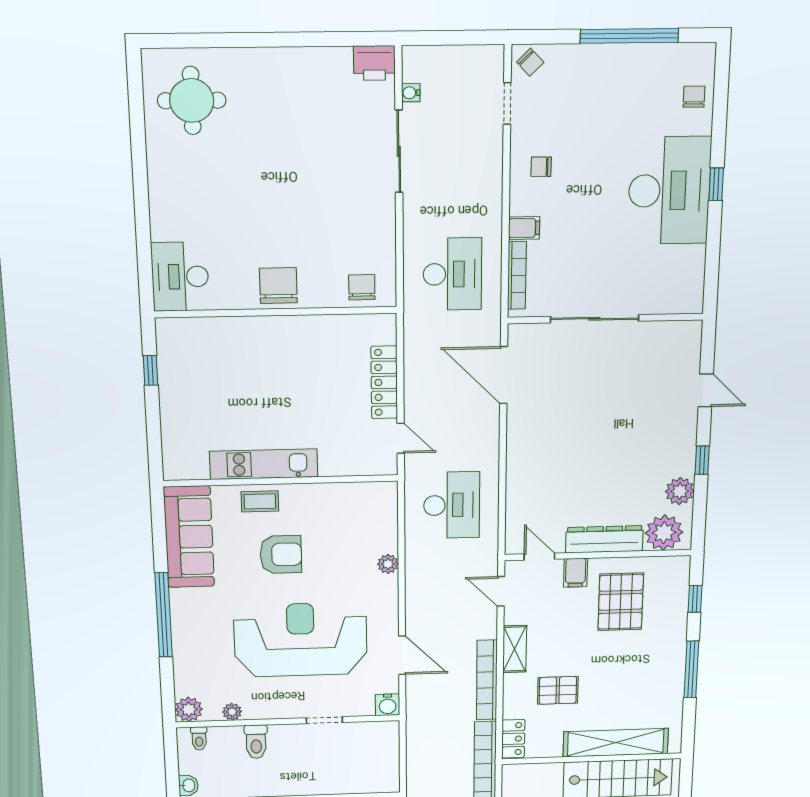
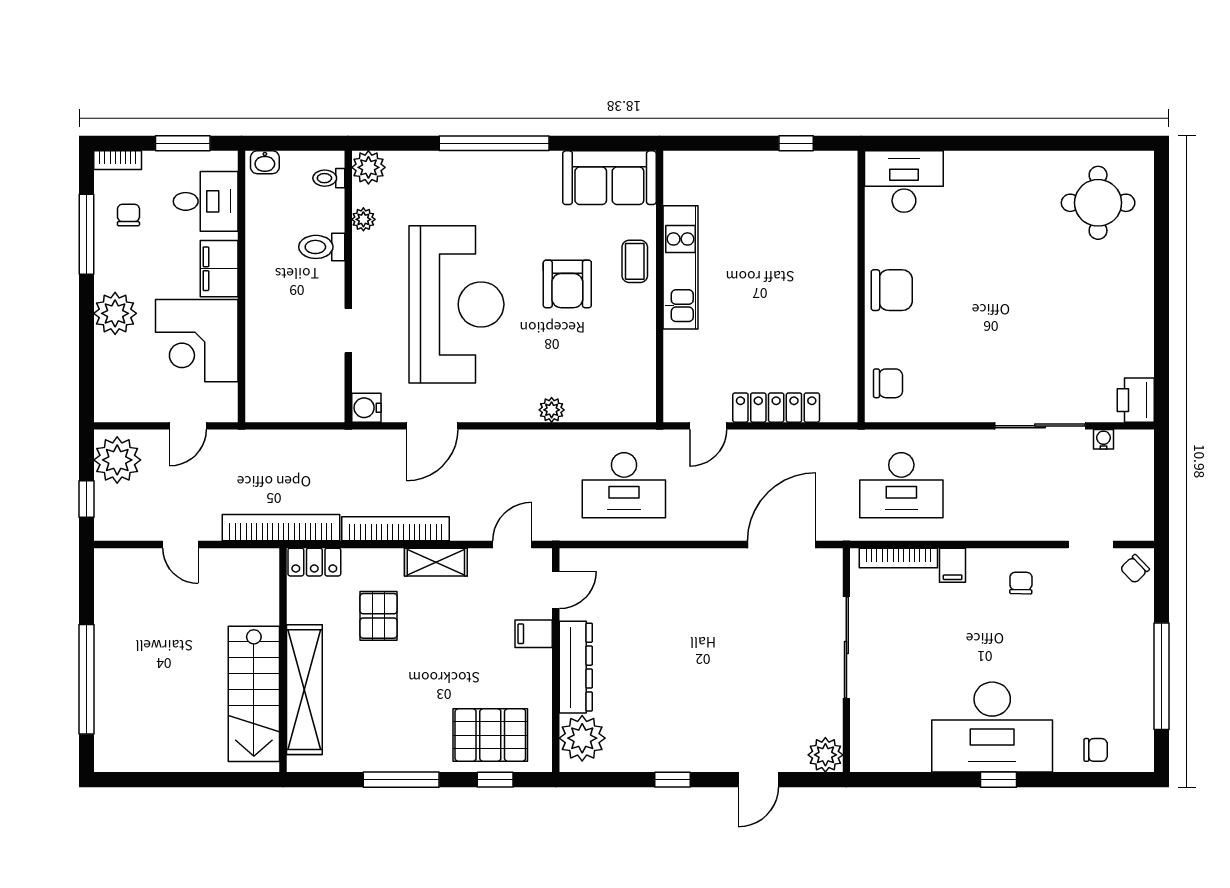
plant: (680, 491) -> (825, 755), moved
sofa: (189, 537) -> (609, 178), width x0.73
pallet: (621, 602) -> (490, 735), moved

